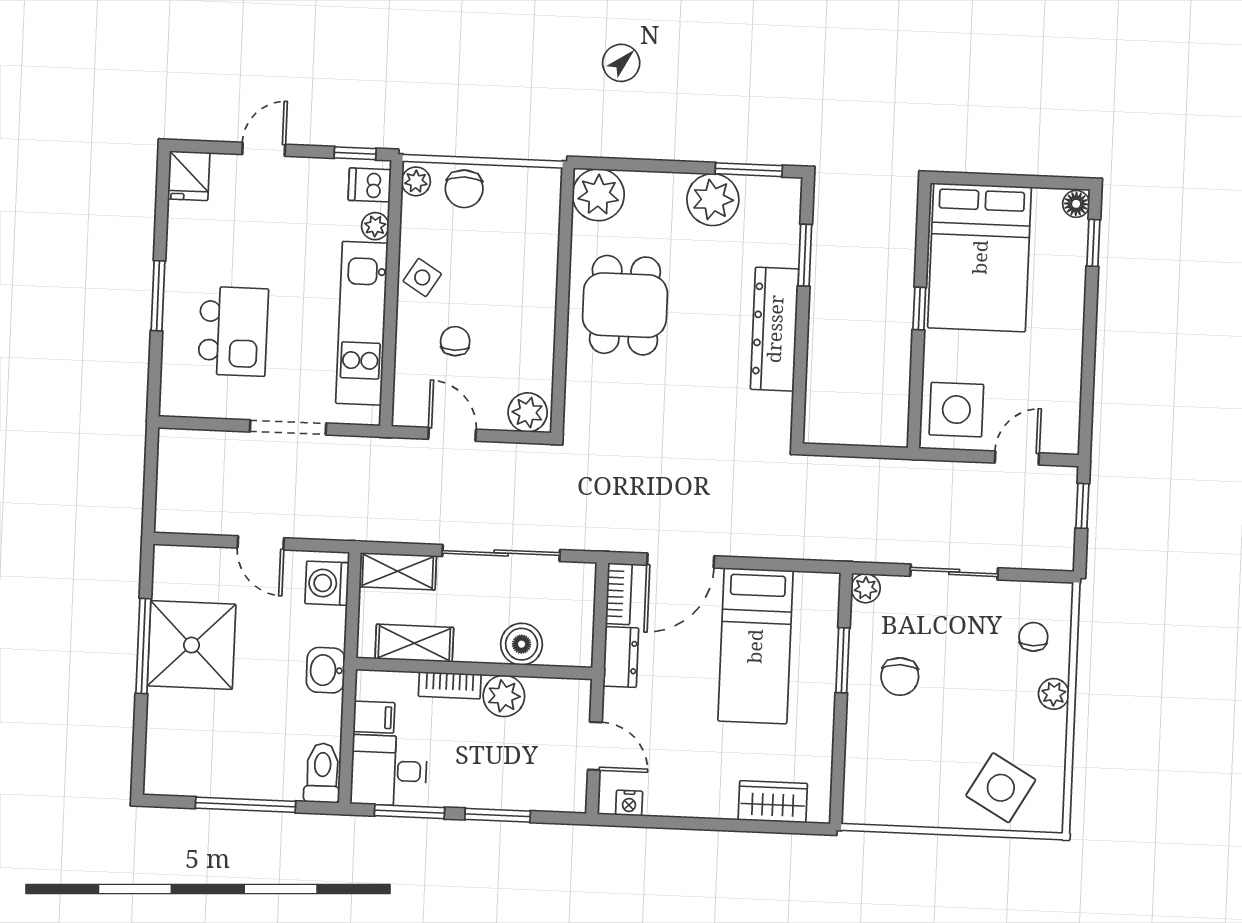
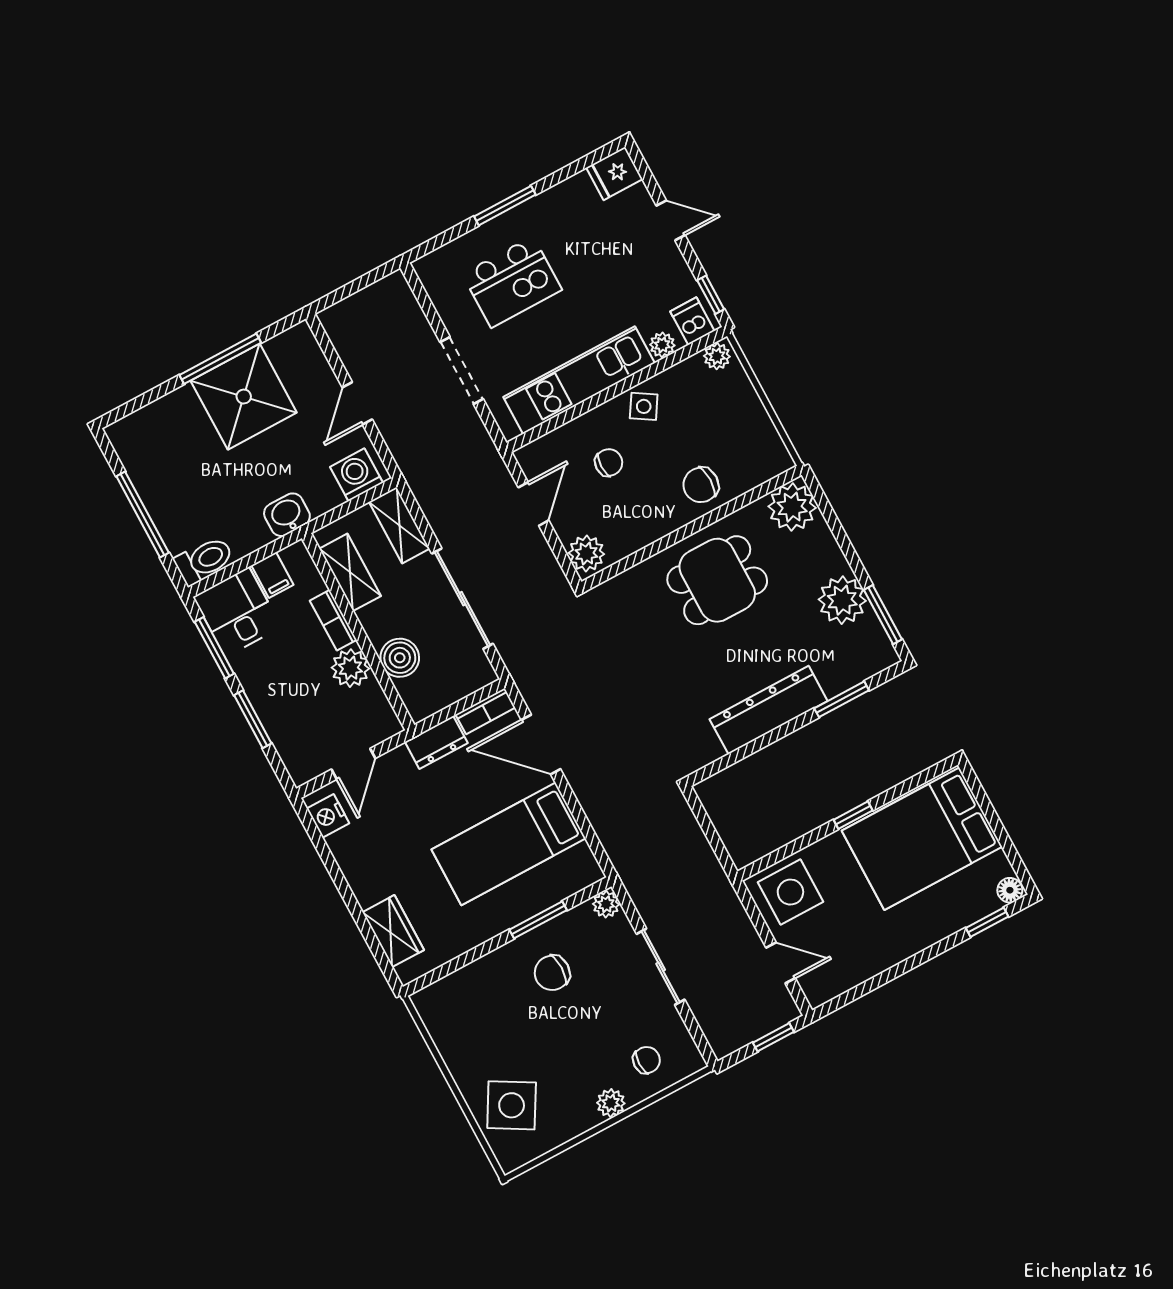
chair: (464, 189) -> (701, 485), moved
nightstand: (629, 803) -> (328, 816), width x1.39, depth x1.35

